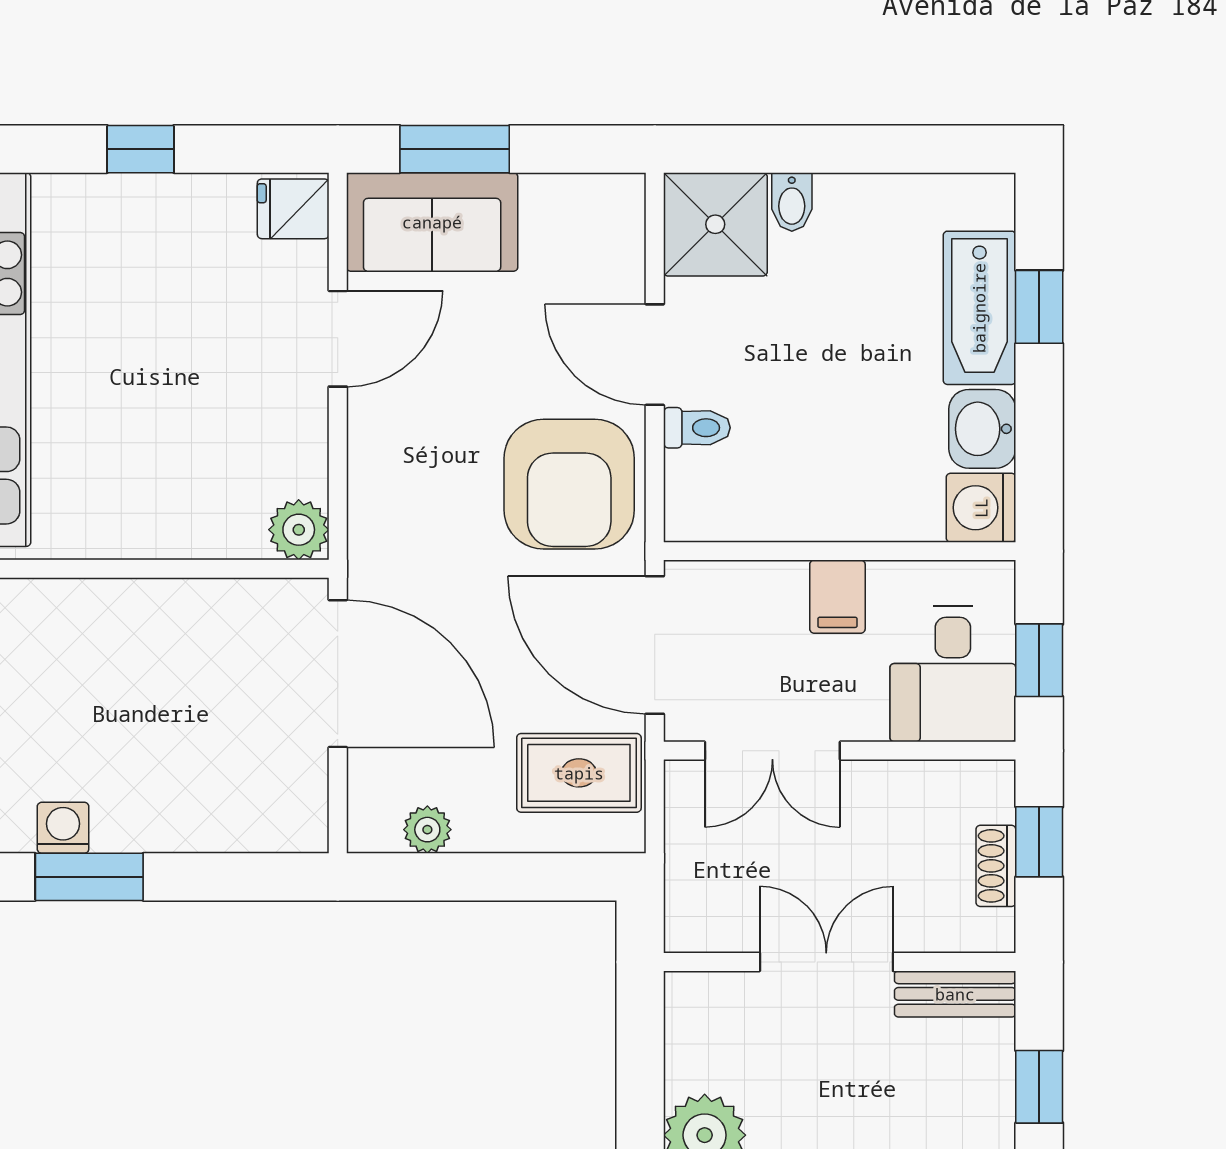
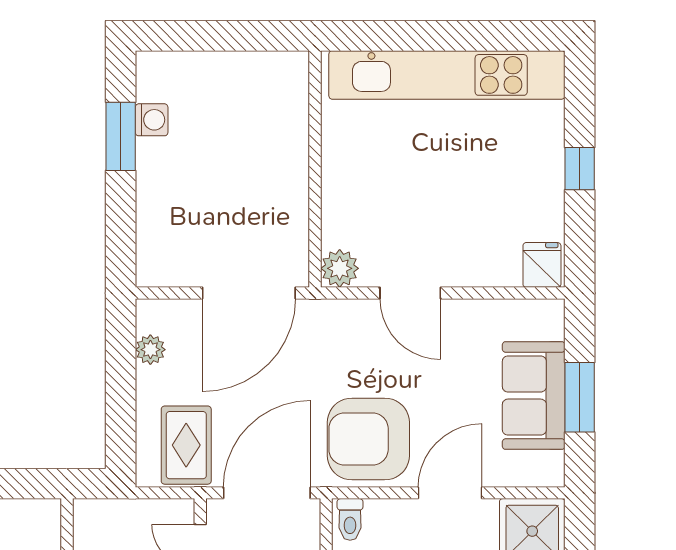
window: (455, 149) -> (580, 397), moved
sofa: (432, 222) -> (534, 396), moved
door: (338, 339) -> (410, 293), moved
toilet: (697, 428) -> (350, 519), moved

